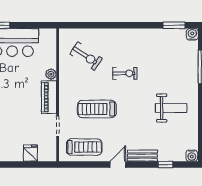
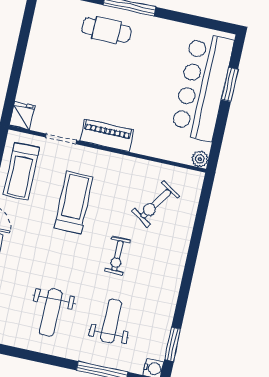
weight bench: (168, 68) -> (111, 321), added
plant: (51, 74) -> (200, 159), moved
fridge: (30, 153) -> (22, 116), moved, turned -90

